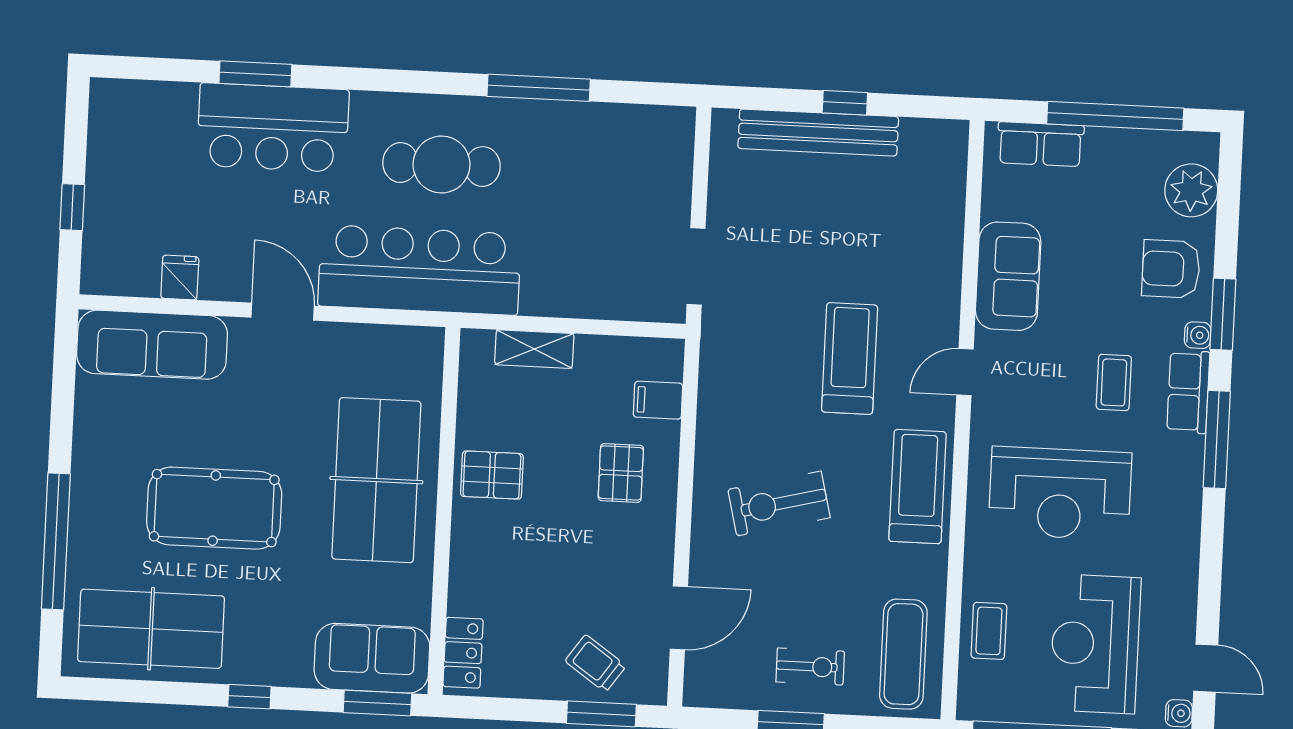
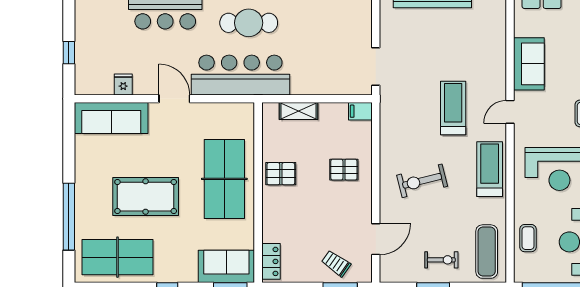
filing cabinet: (658, 400) -> (360, 111), moved
pallet: (621, 473) -> (344, 170), turned 90

